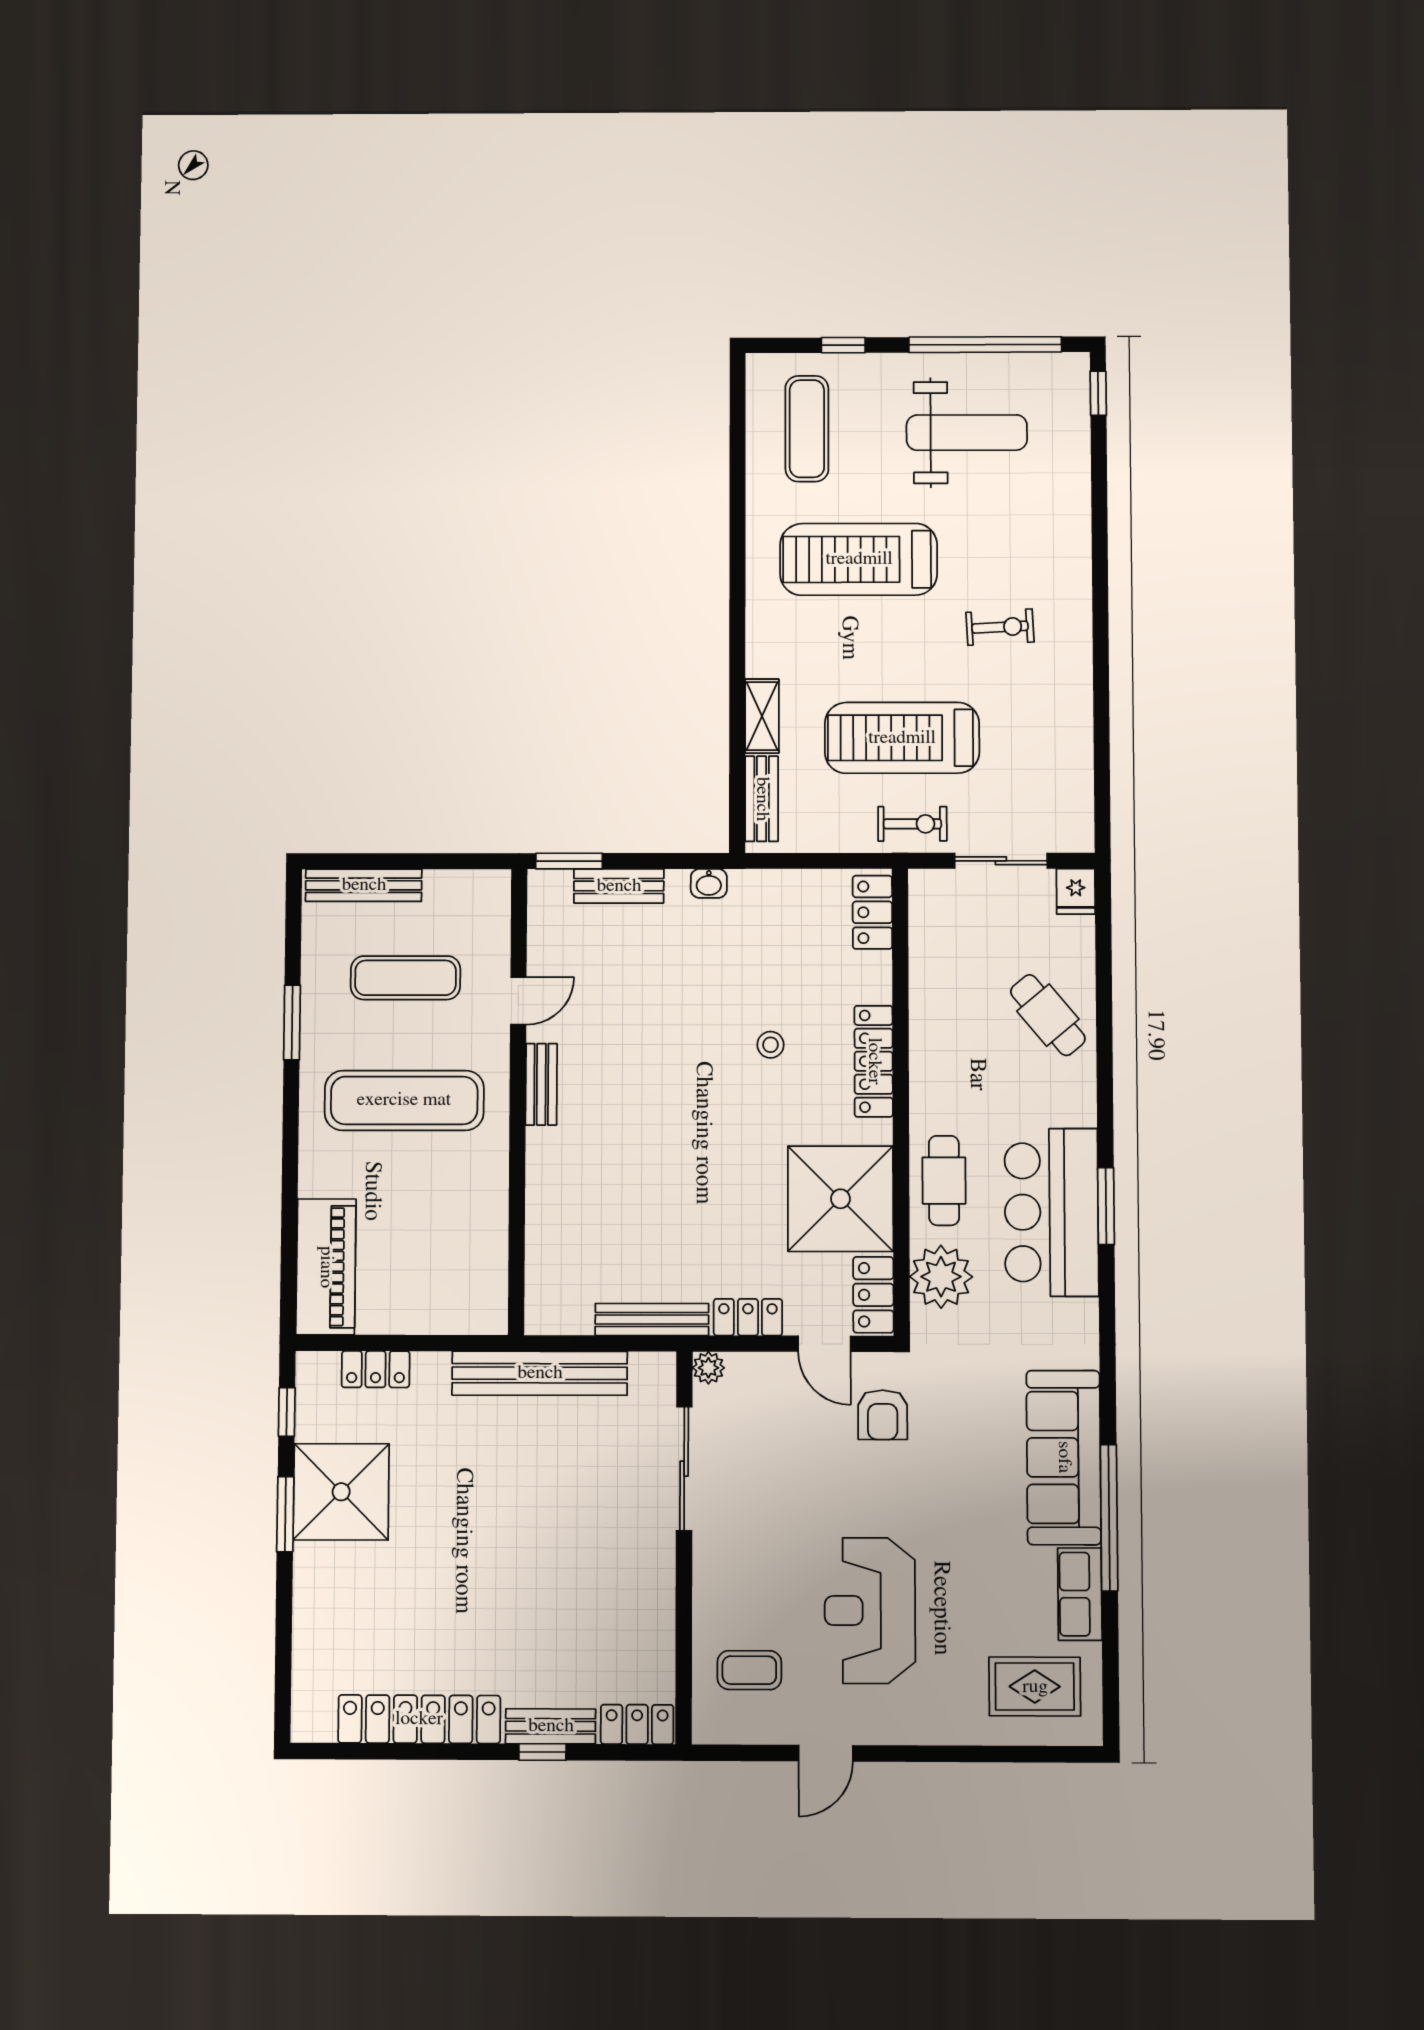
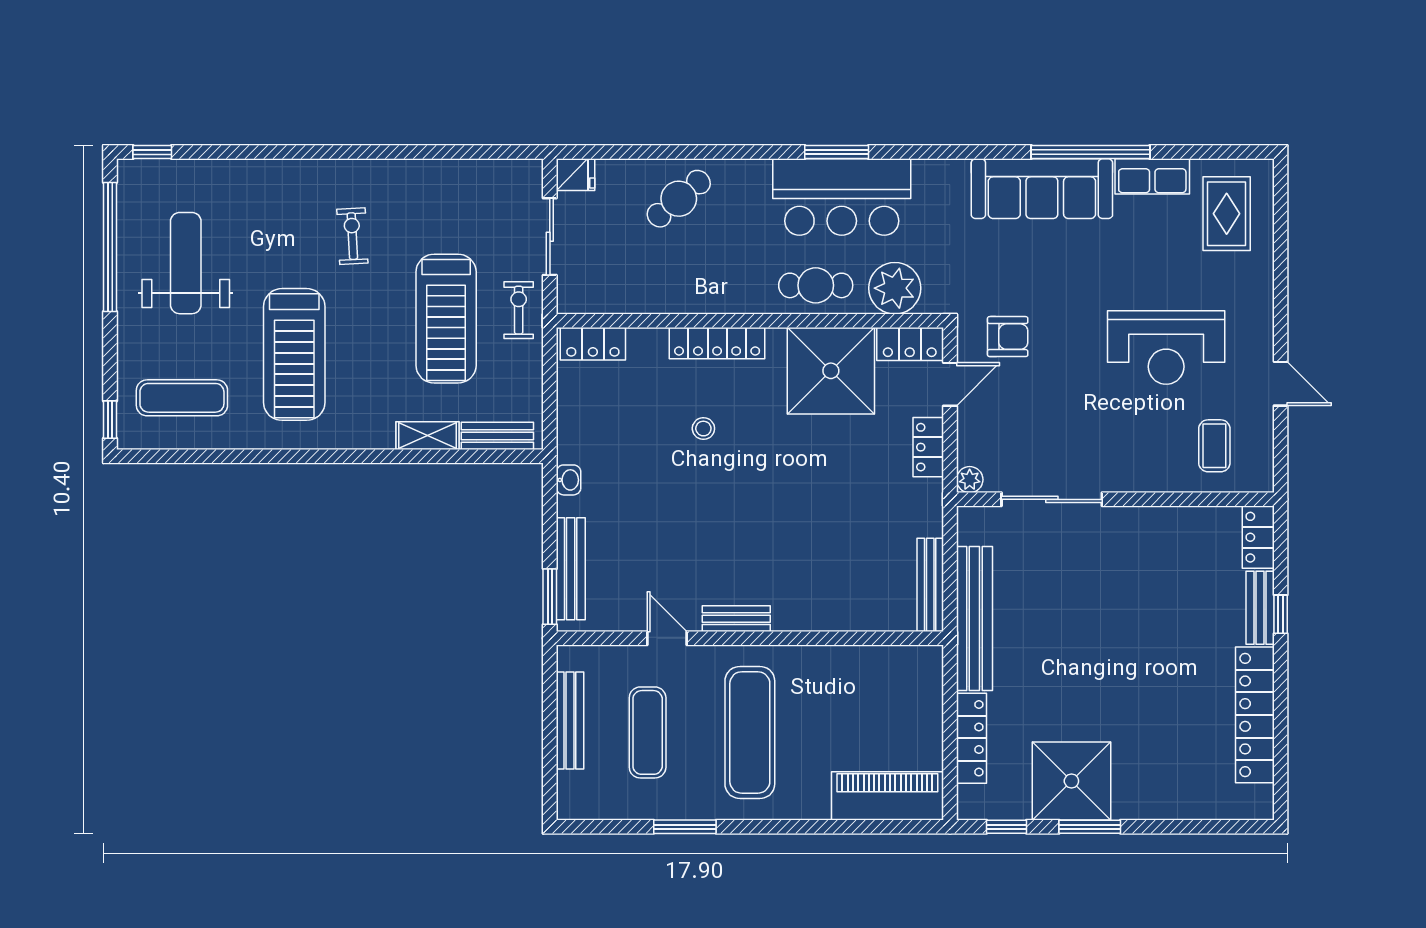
window: (843, 345) -> (110, 420), moved
bench: (364, 885) -> (570, 721), moved
bench: (619, 886) -> (571, 569), width x1.36
bench: (652, 1319) -> (930, 585), moved
locker: (376, 1369) -> (971, 738), width x1.53

